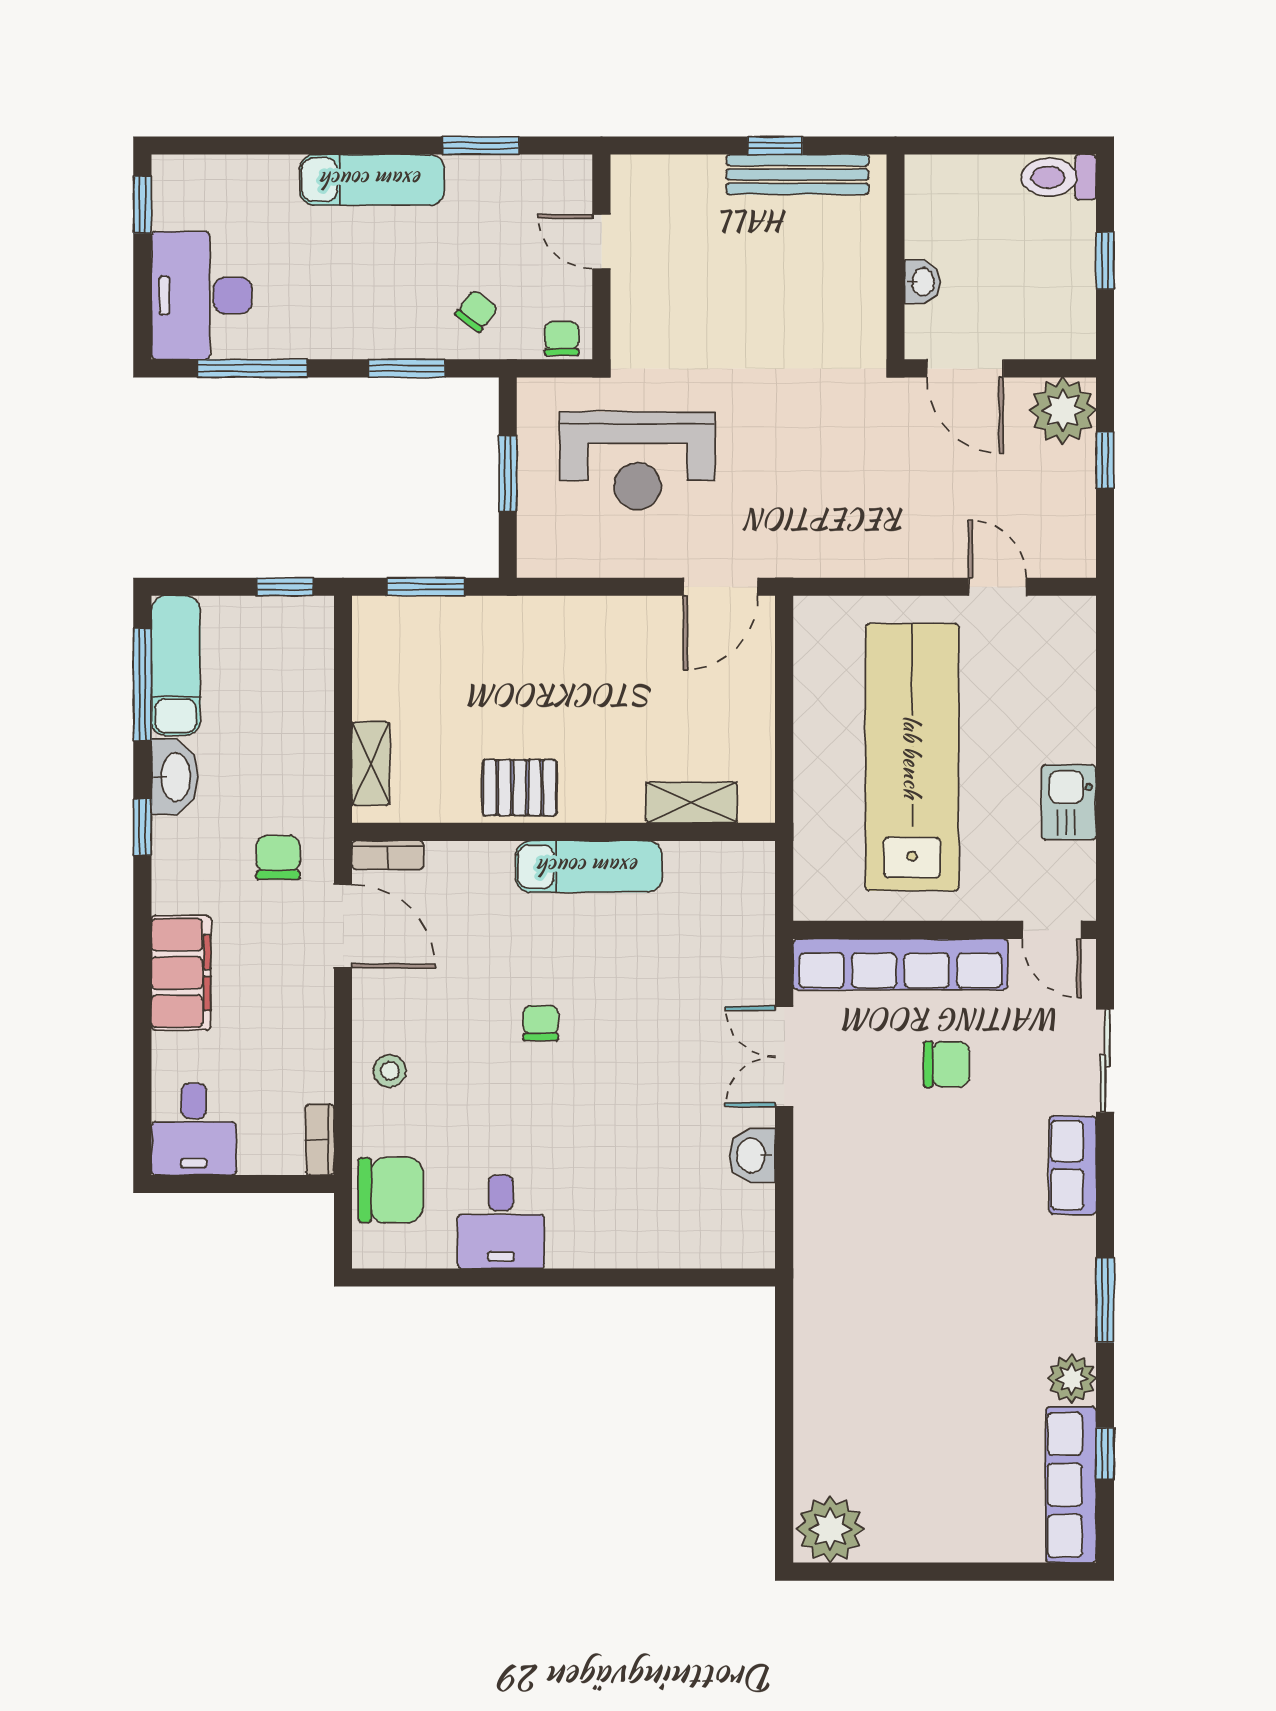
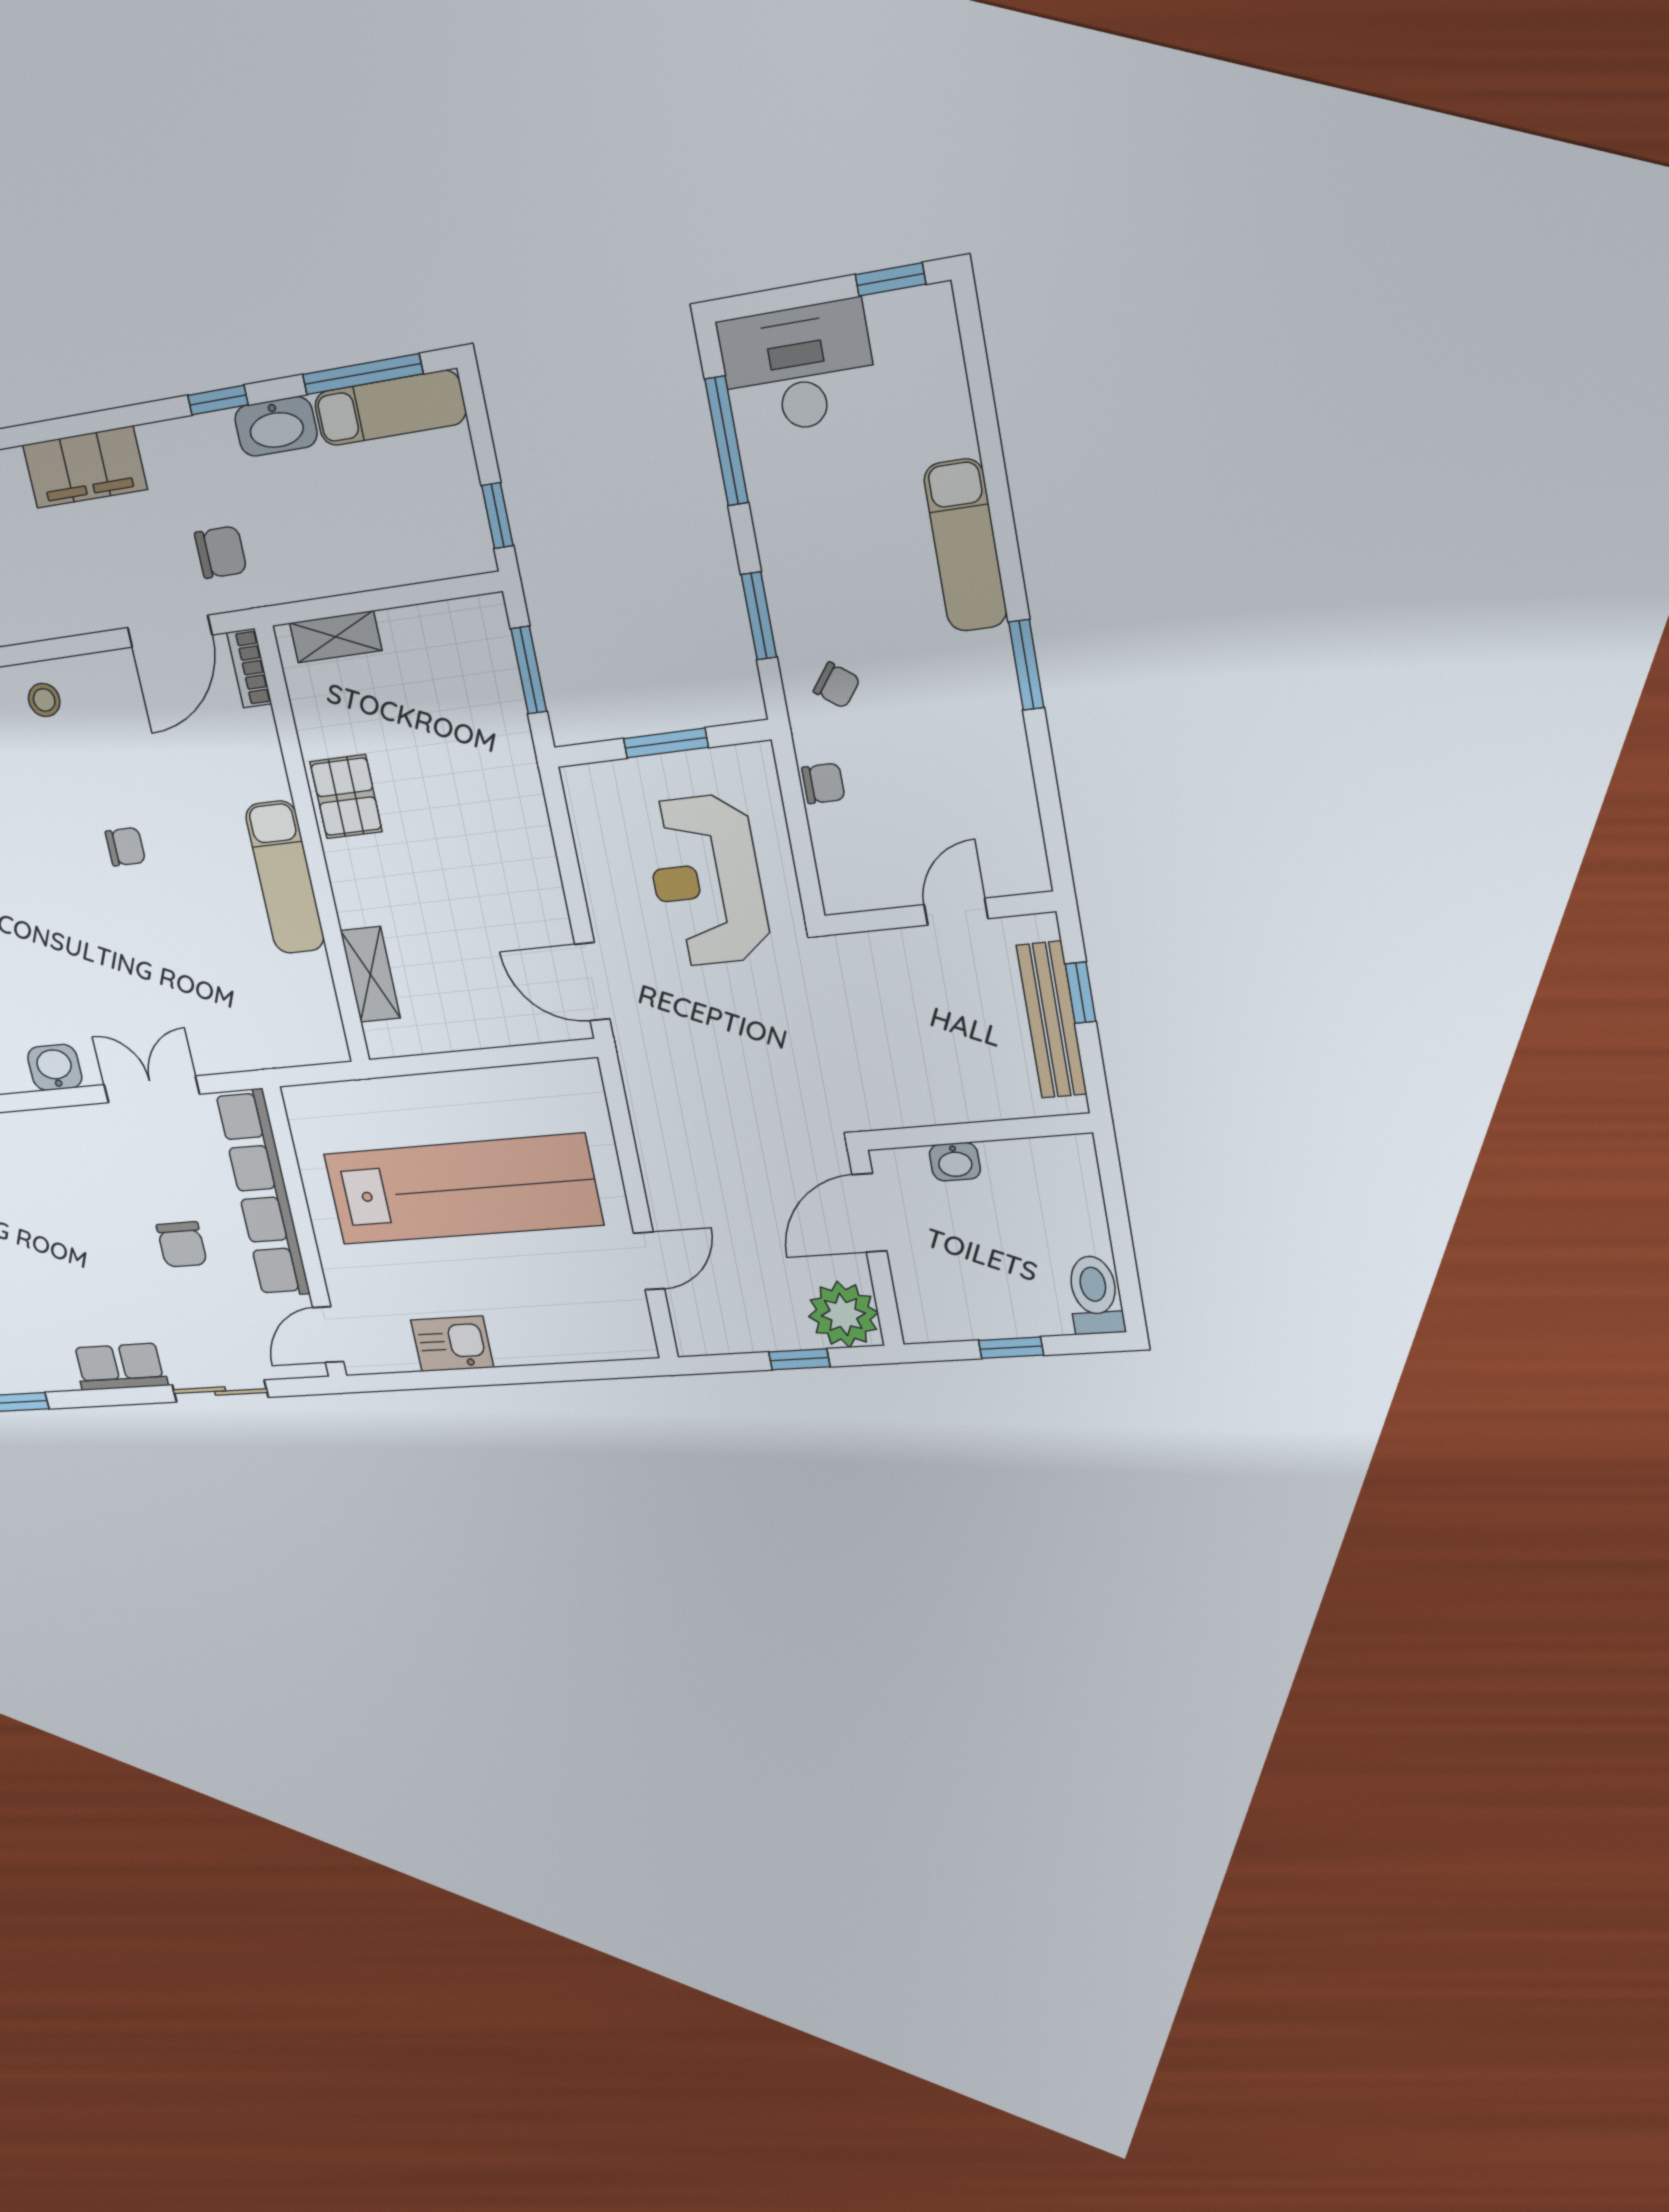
door: (601, 242) -> (956, 912), moved
wall: (601, 257) -> (939, 913), moved

